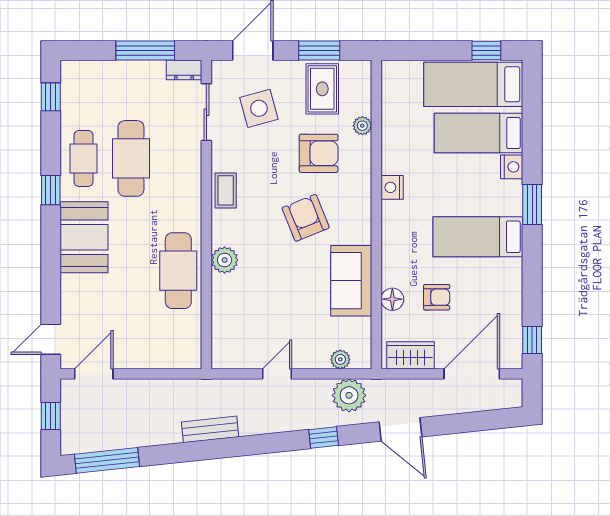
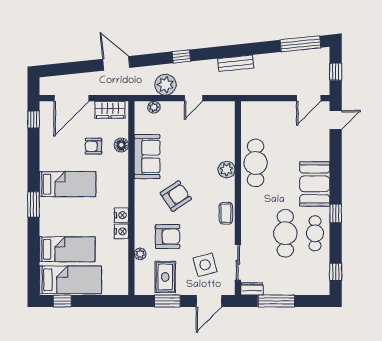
armchair: (319, 153) -> (168, 237), turned 180
nightstand: (512, 167) -> (121, 231), moved, turned 180
armchair: (306, 218) -> (176, 196), turned -102
plant: (349, 395) -> (165, 85), moved
window: (324, 438) -> (181, 56), moved

